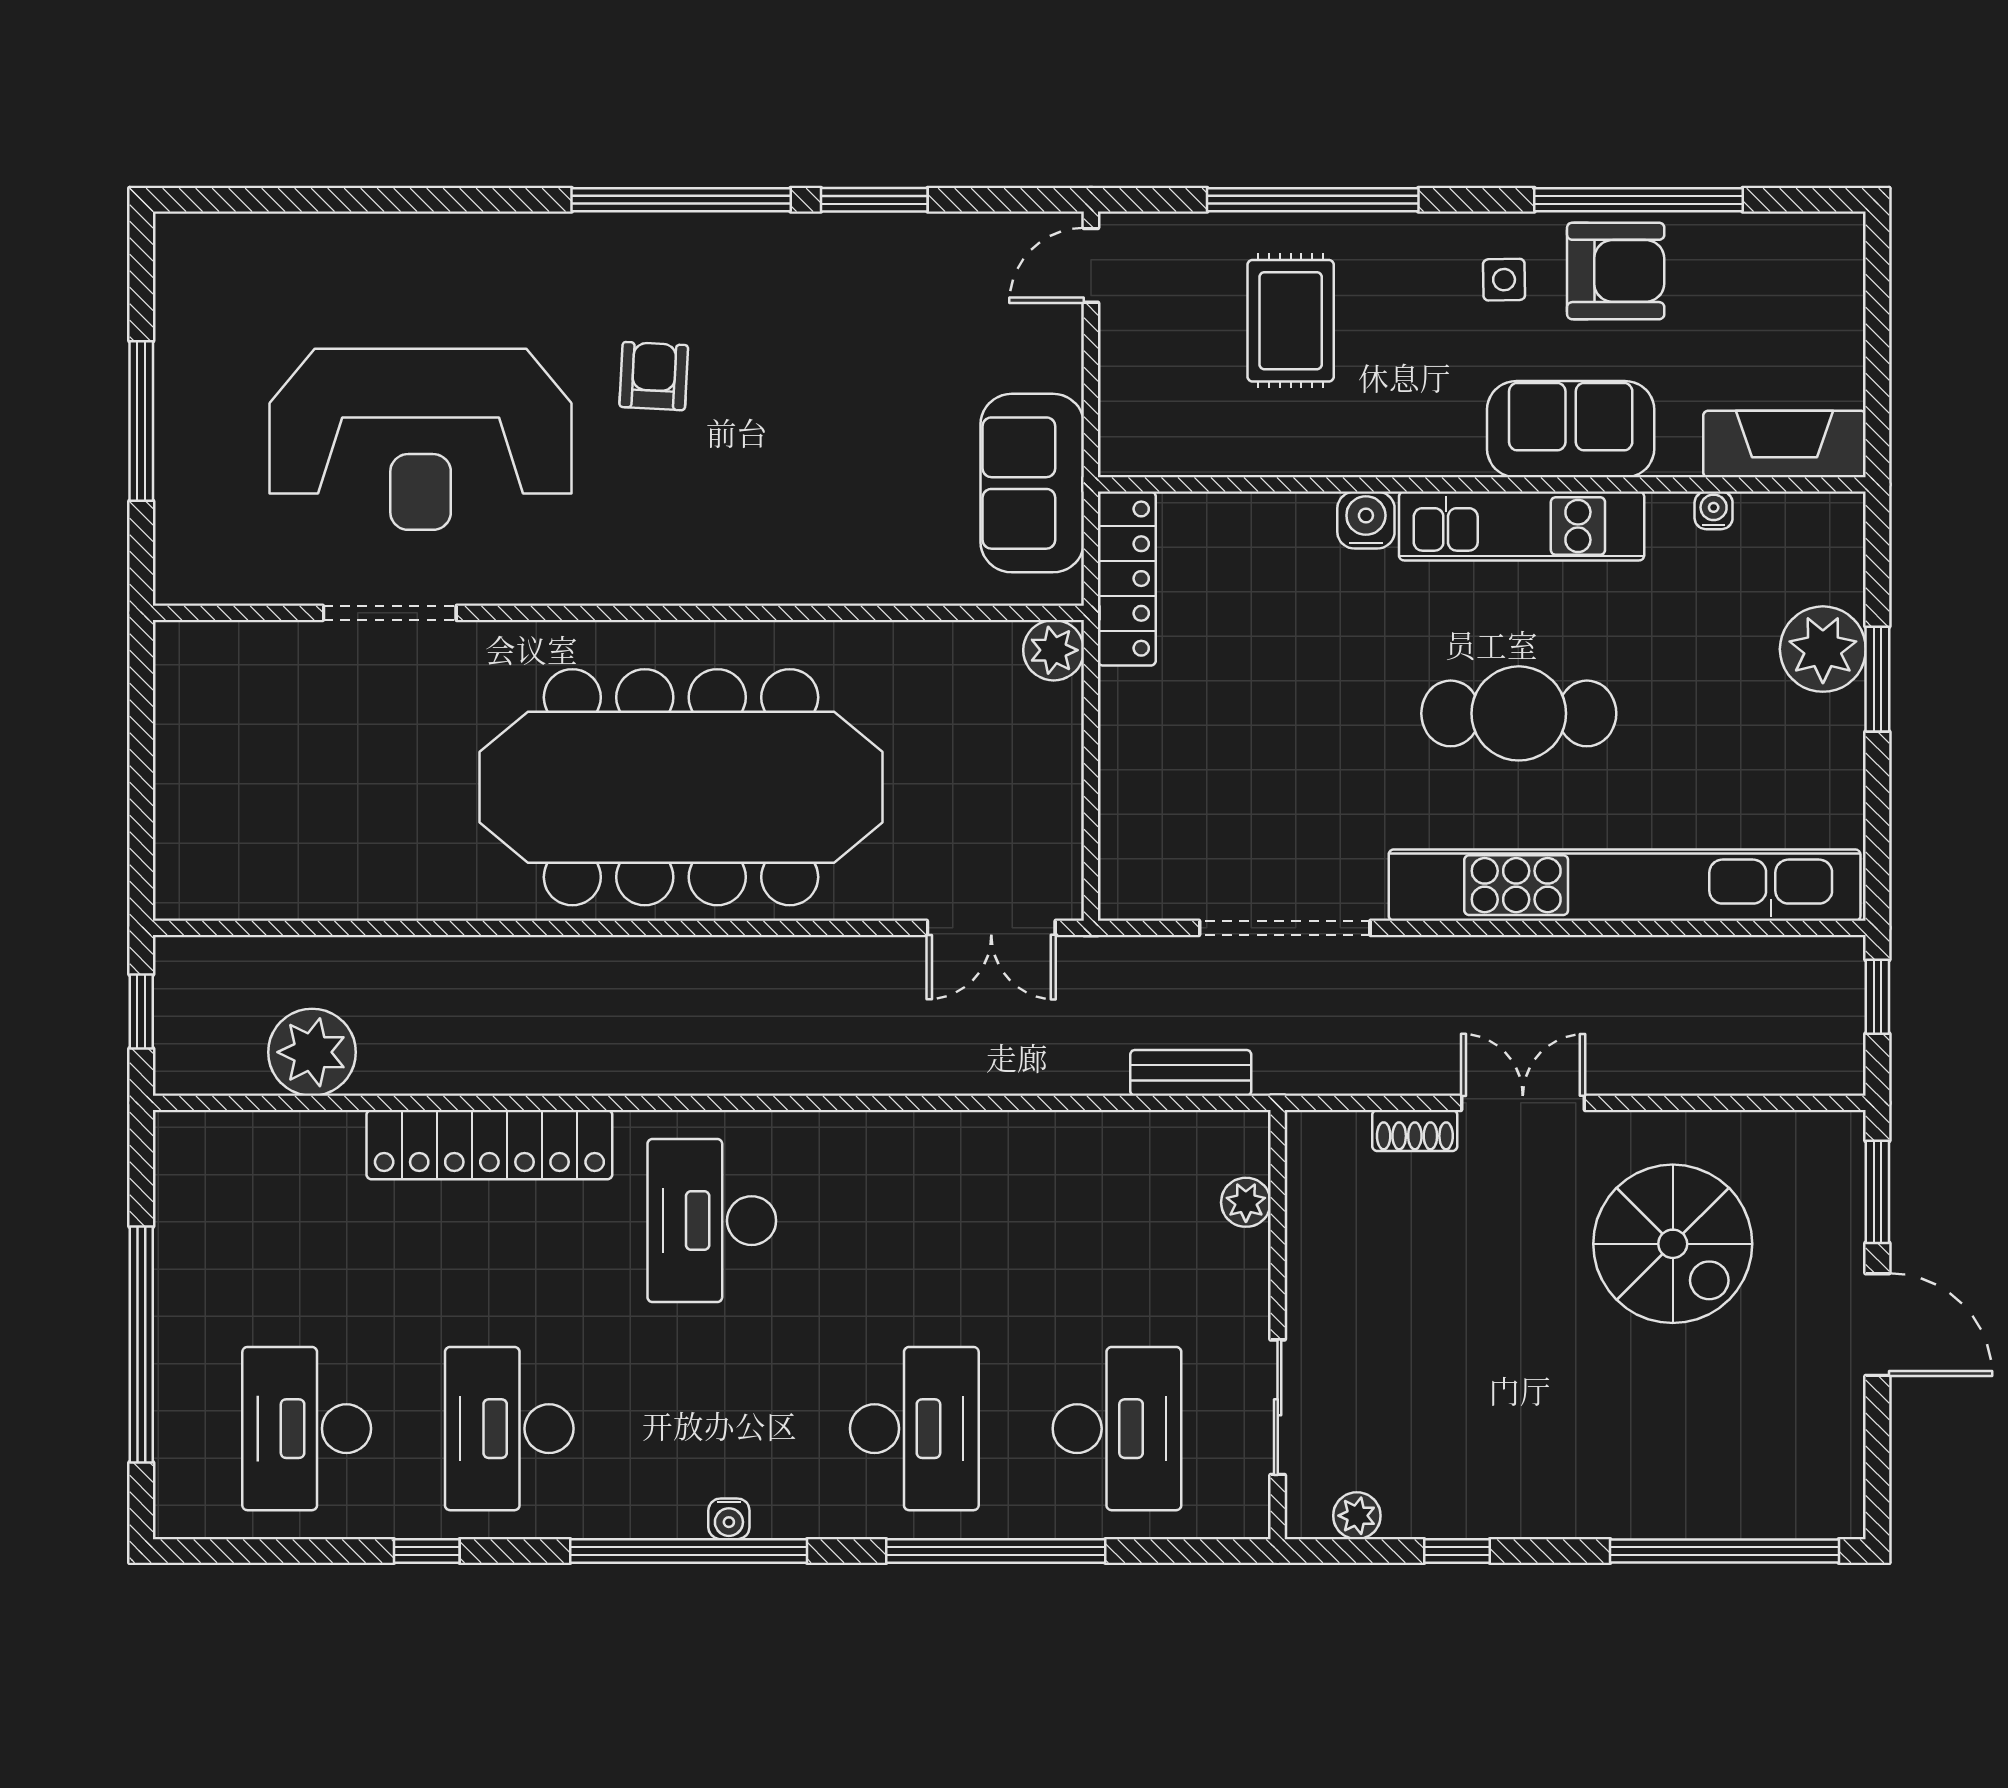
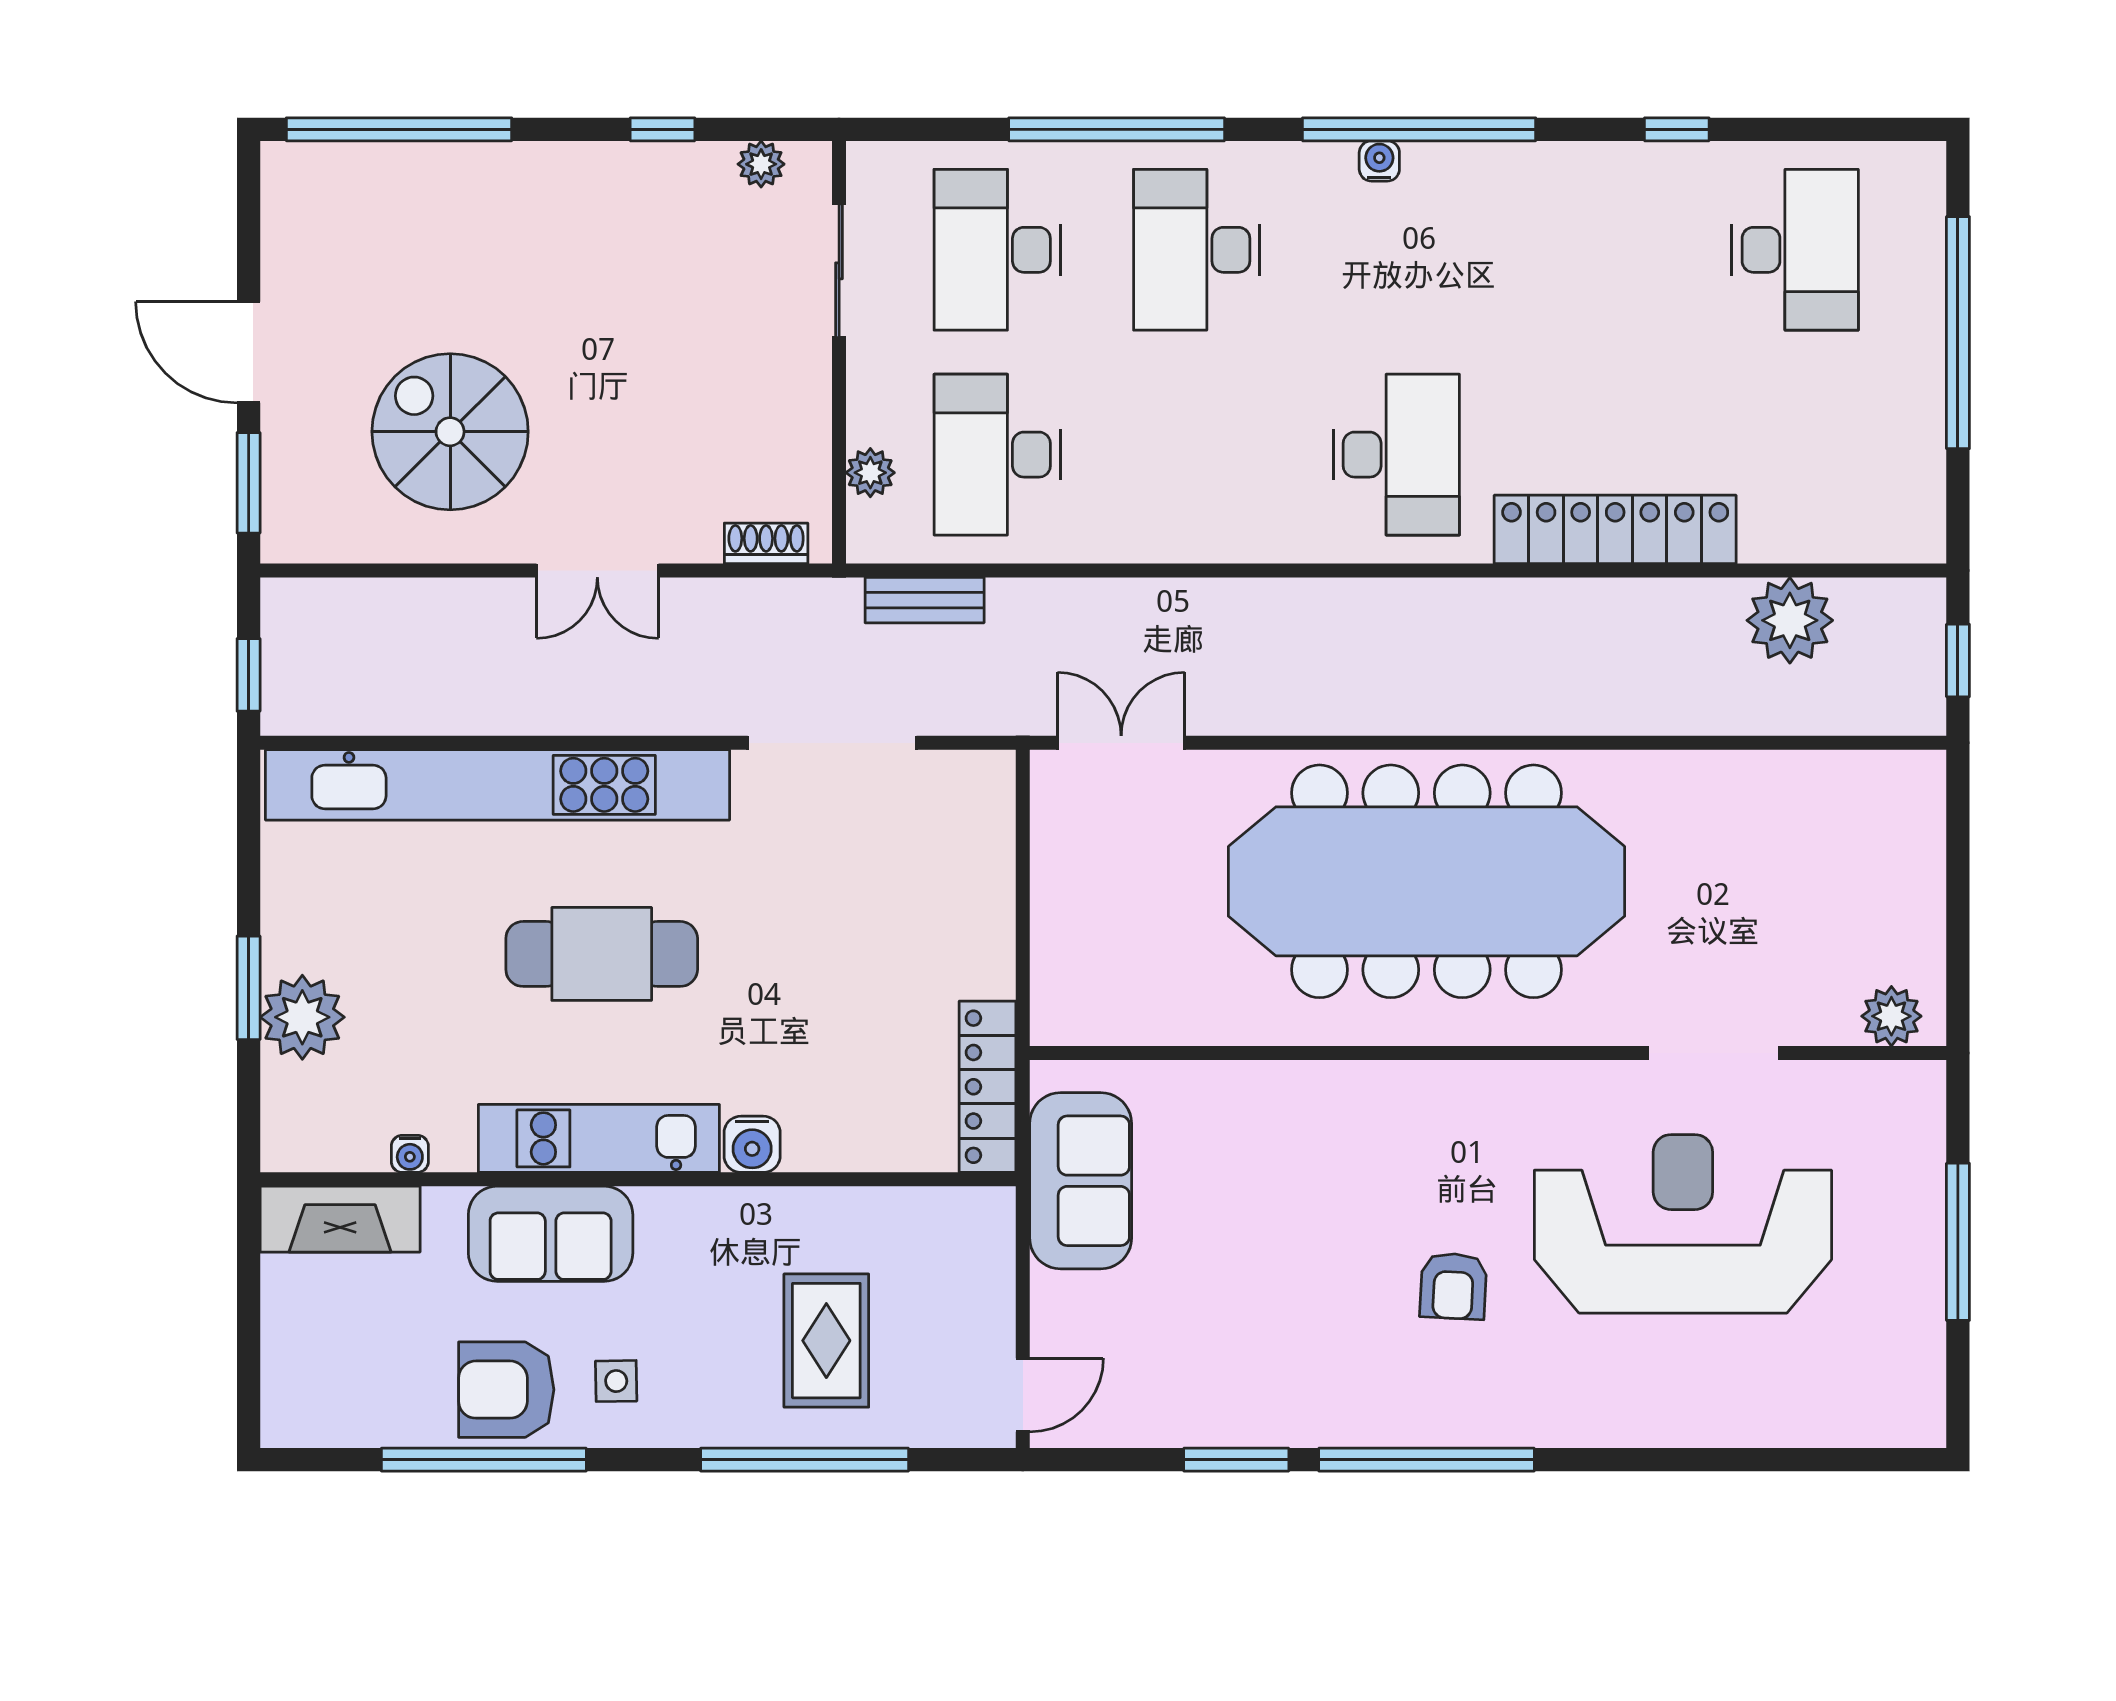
plant: (1054, 650) -> (1891, 1016), moved
shoe rack: (1415, 1130) -> (766, 543), moved
desk: (509, 1429) -> (997, 455), moved, turned 180

